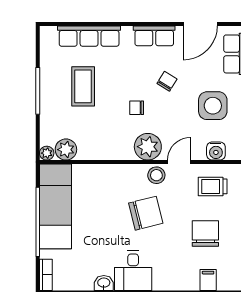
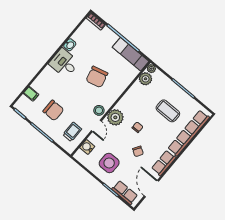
row of seats: (89, 36) -> (189, 133), width x1.36
exam couch: (55, 206) -> (131, 54), width x0.73, depth x0.69
chair: (146, 213) -> (97, 77), moved

